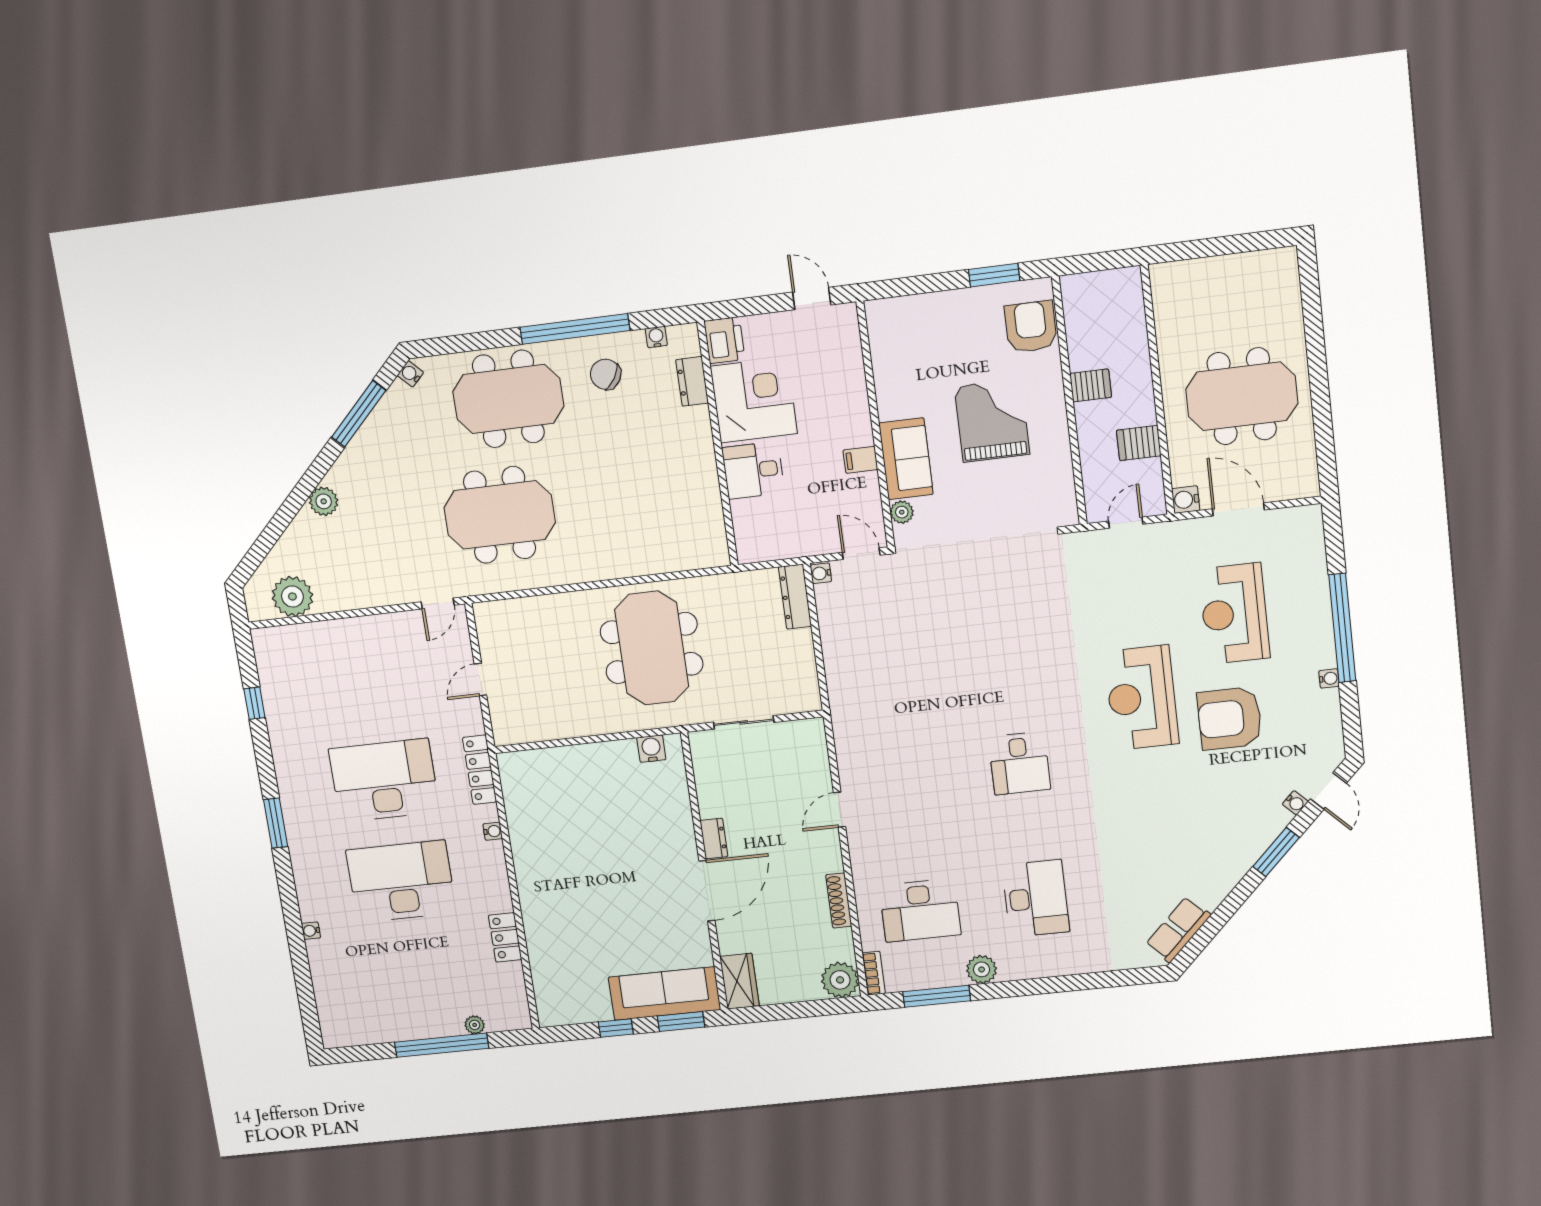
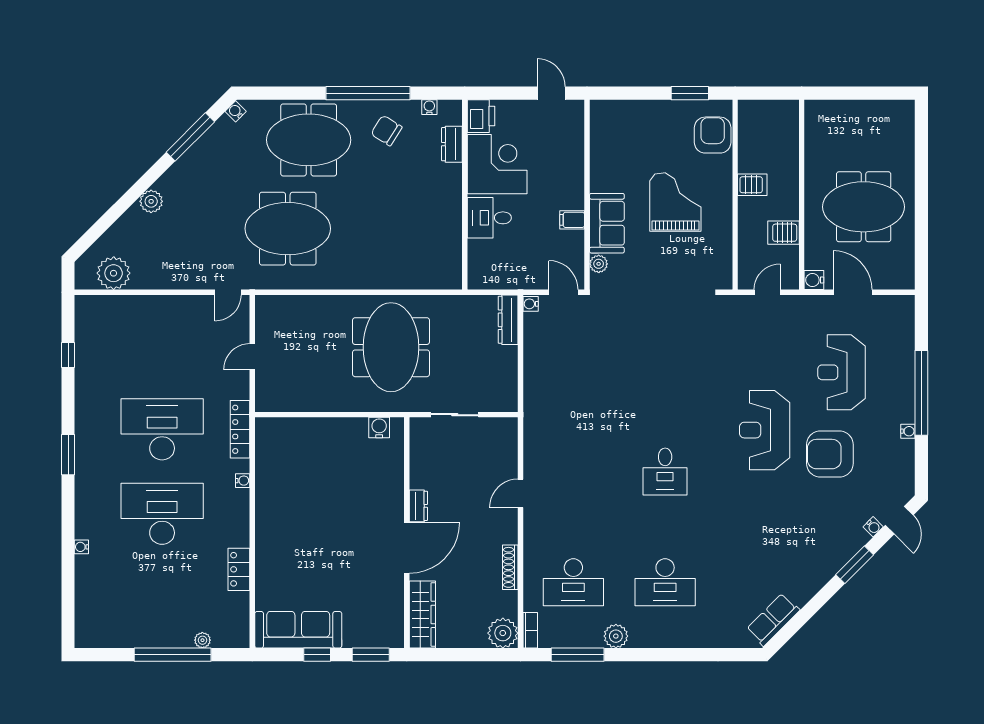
desk: (1036, 898) -> (665, 582), turned 90
wardrobe: (739, 981) -> (422, 614), width x1.50
sofa: (665, 994) -> (298, 630), moved

